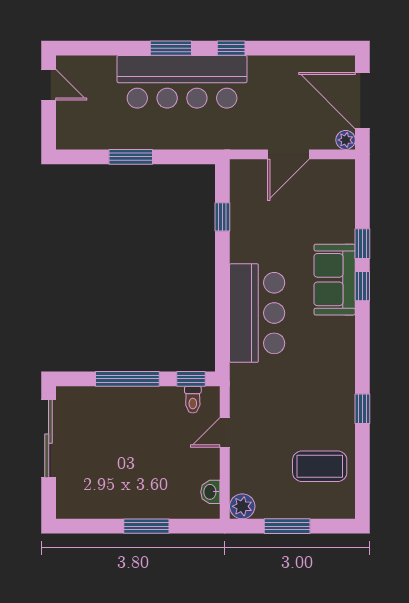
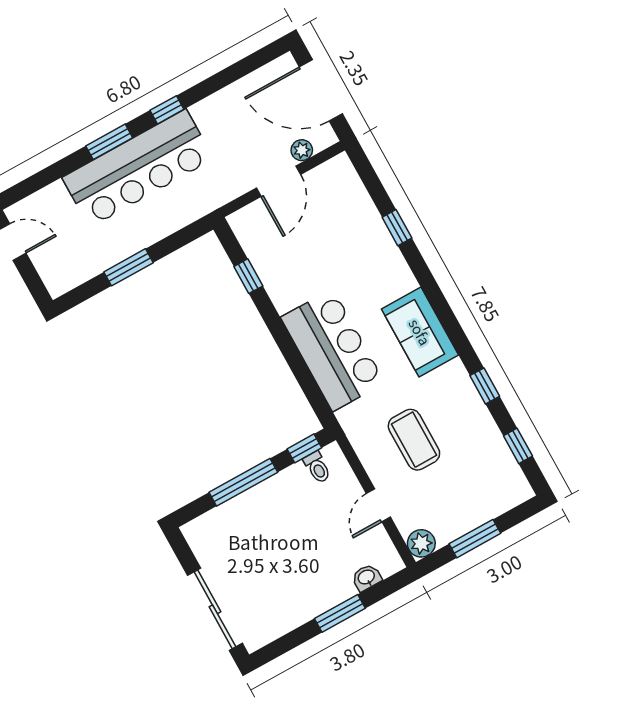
plant: (346, 140) -> (302, 150), moved
sofa: (335, 280) -> (420, 332), moved
window: (362, 286) -> (518, 446), moved
door: (225, 432) -> (378, 505), moved
sliding door: (49, 439) -> (215, 609), moved
coffee table: (320, 466) -> (414, 440), moved, turned 90
washbasin: (210, 492) -> (367, 578), moved, turned 90

